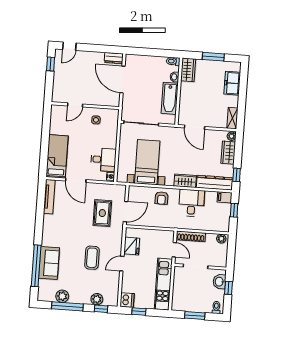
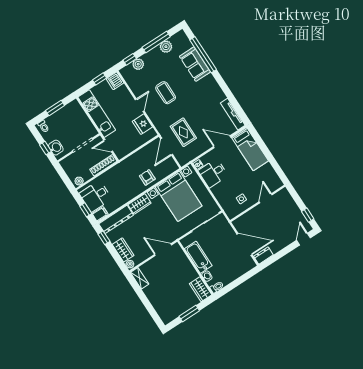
freezer: (232, 83) -> (160, 304), removed
bed with nightstands: (147, 162) -> (179, 196), width x1.36
desk: (191, 203) -> (96, 196), moved, turned 90

